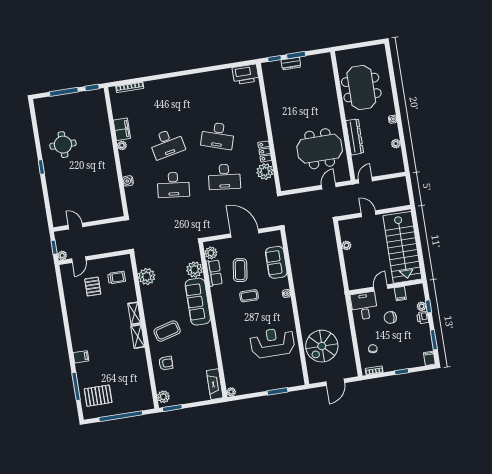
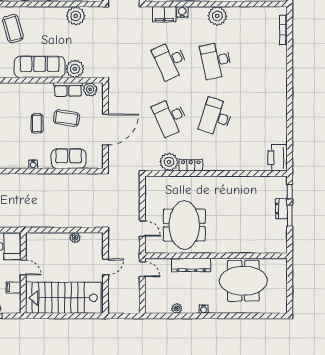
filing cabinet: (122, 129) -> (164, 14), moved
plant: (122, 145) -> (217, 16), width x1.87, depth x1.87
desk: (224, 177) -> (170, 117), turned -30
desk: (173, 185) -> (170, 60), turned -30

